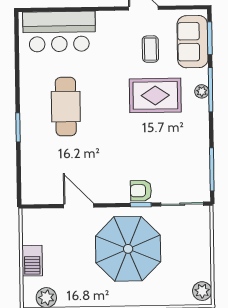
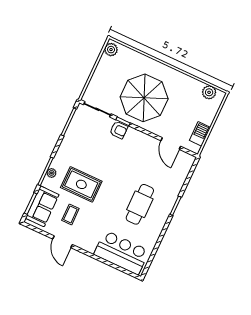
door: (79, 206) -> (171, 144), moved
barbecue: (32, 261) -> (200, 134), moved

